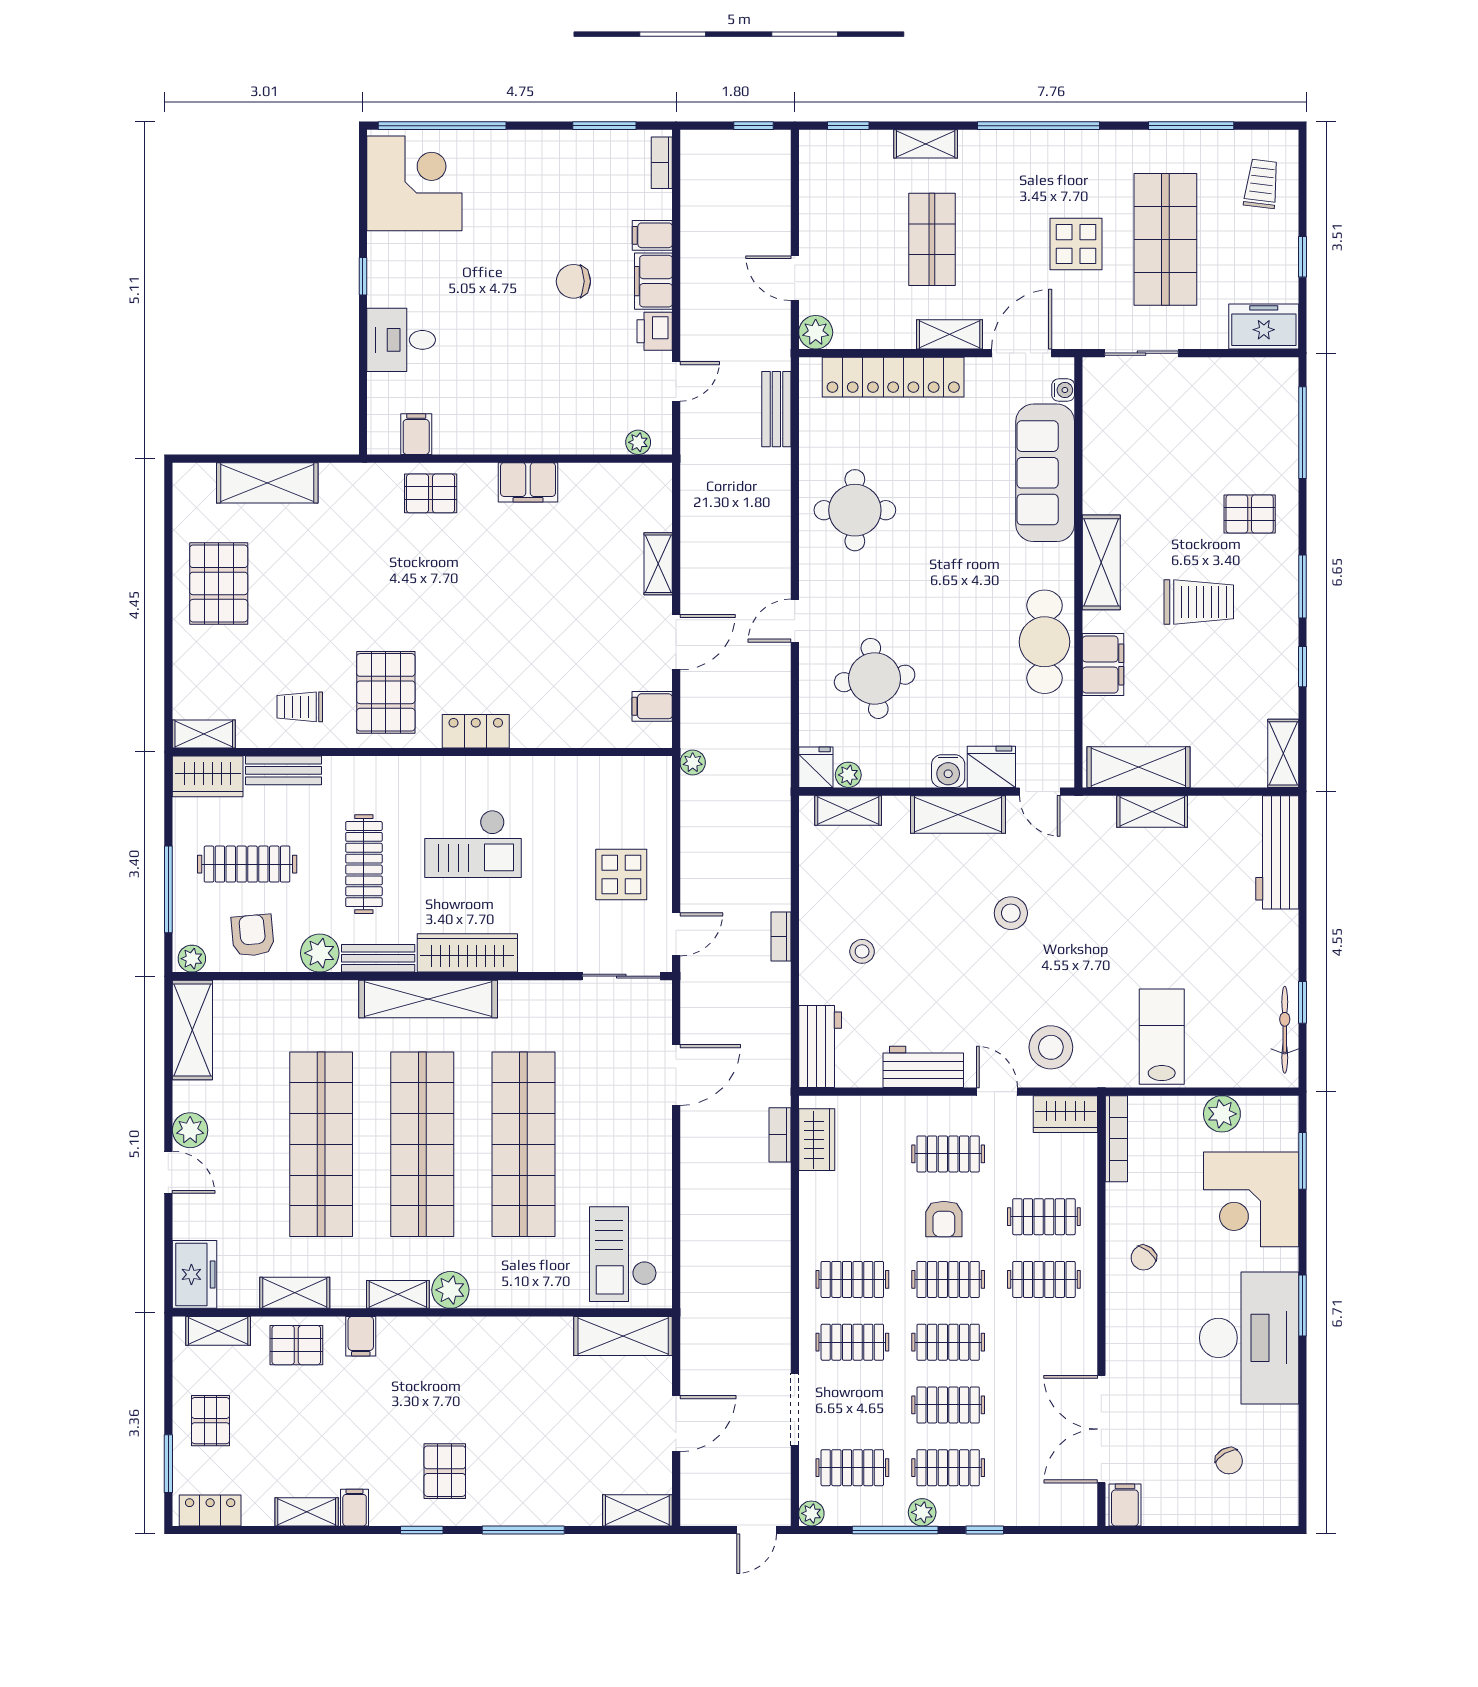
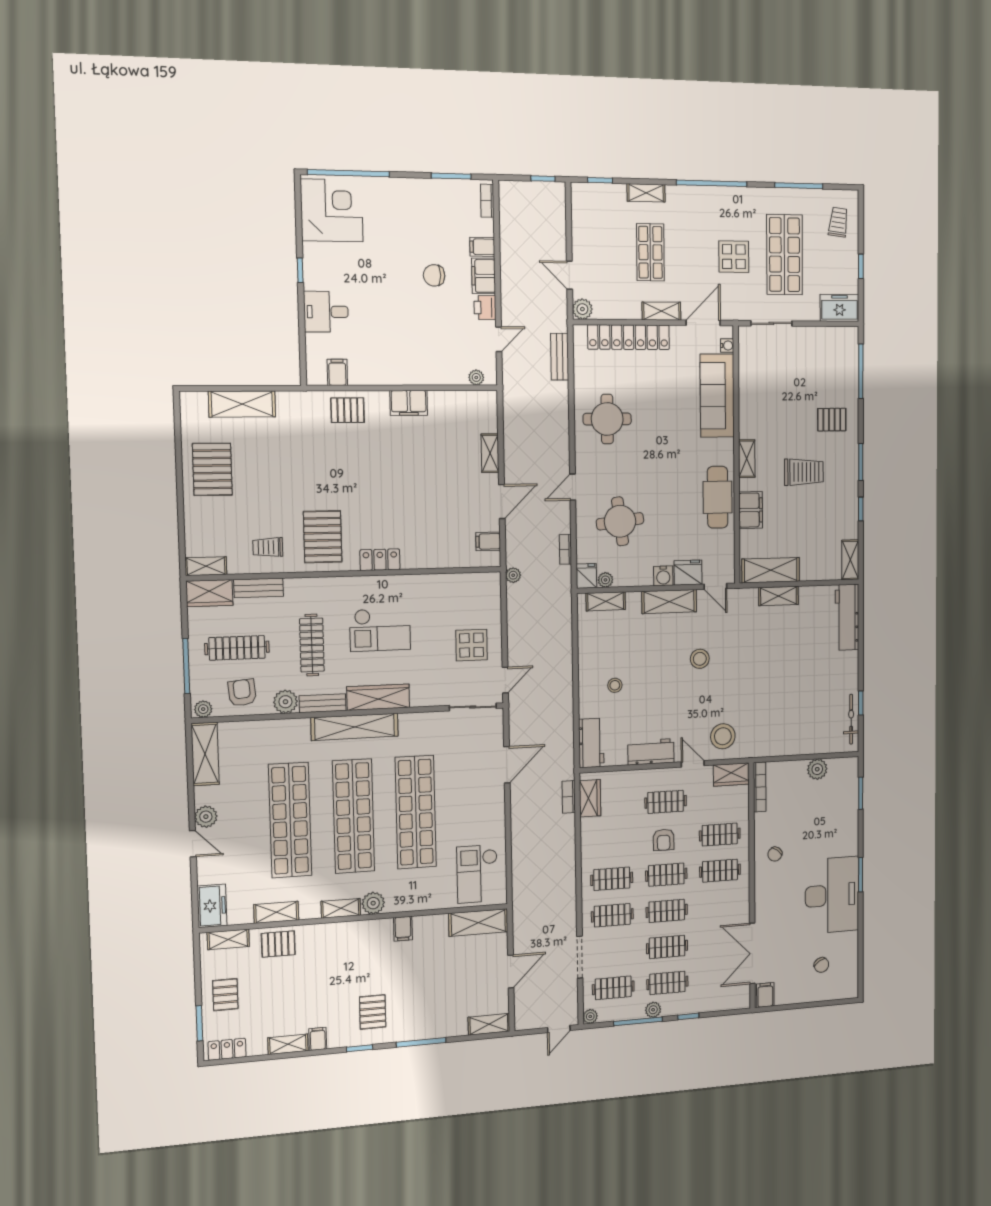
shelving: (1101, 562) -> (747, 459), width x0.67, depth x0.75
bookcase: (781, 937) -> (565, 549), moved
lab bench: (1162, 1037) -> (784, 727), removed
corner desk: (1251, 1199) -> (833, 817), removed
filing cabinet: (361, 1336) -> (403, 929), moved

